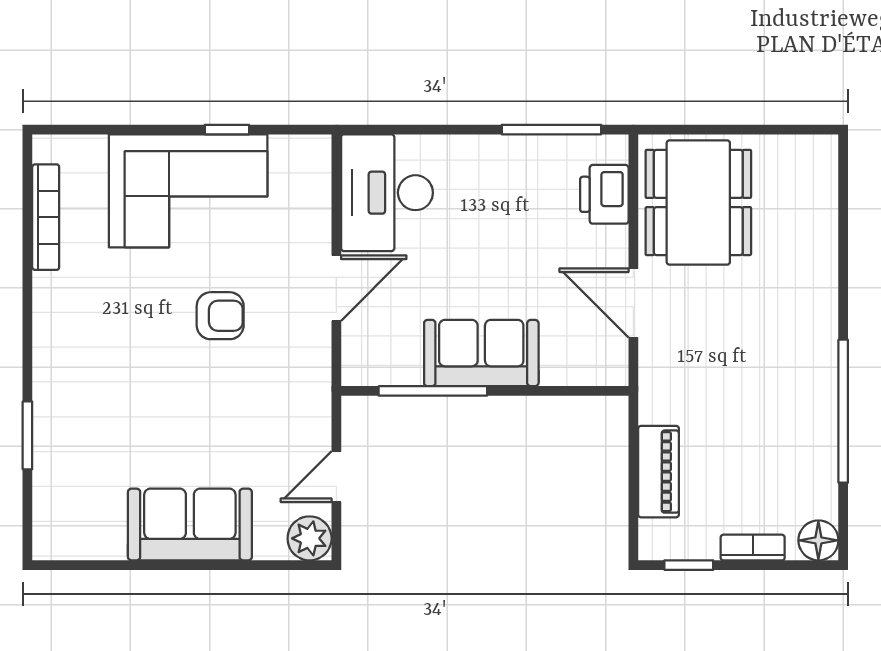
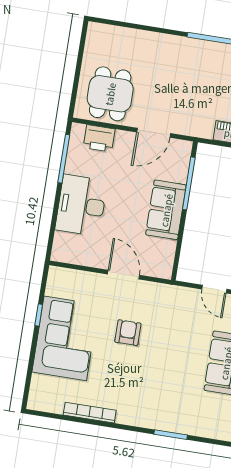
desk: (387, 193) -> (81, 205), moved, turned 90
dining table: (698, 202) -> (110, 94), width x0.73
bookcase: (46, 217) -> (90, 413), moved
window: (433, 391) -> (189, 183), moved

